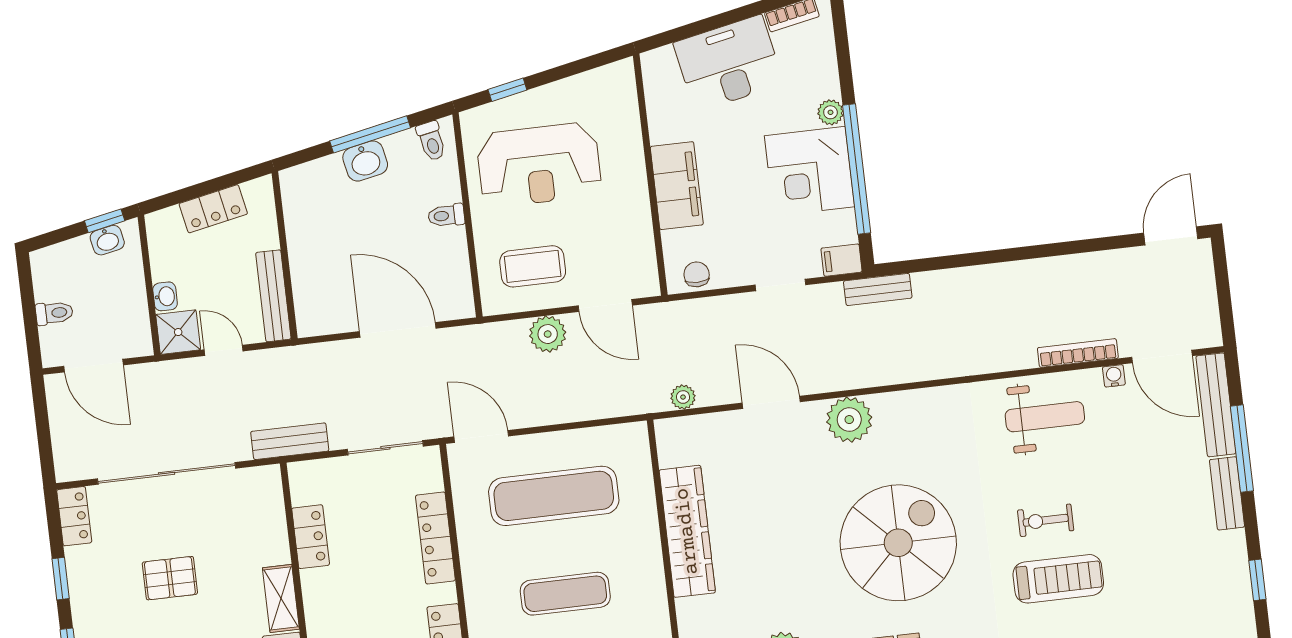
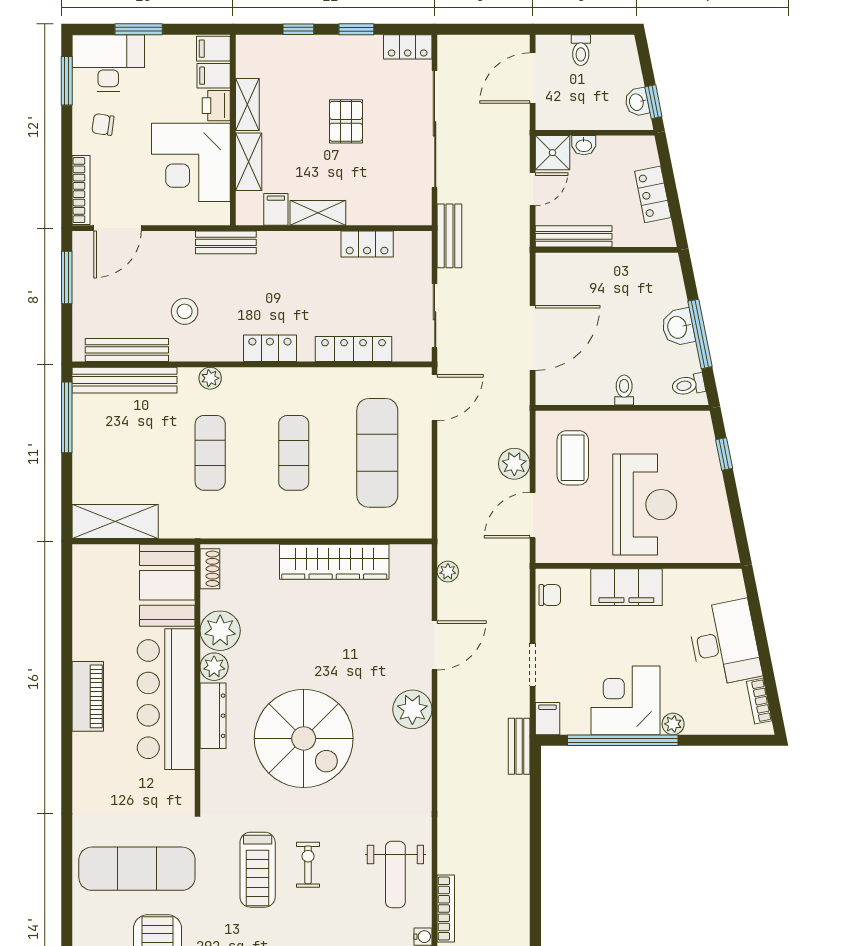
reception desk: (539, 165) -> (645, 505), moved, turned 180

